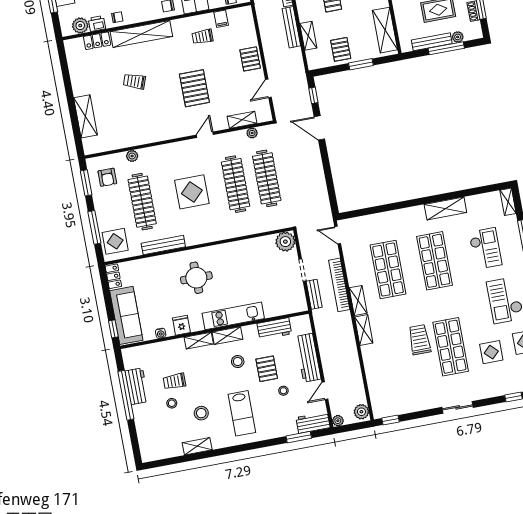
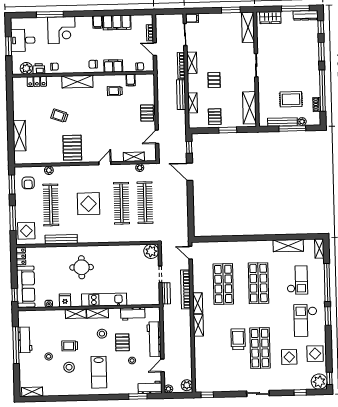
shelving: (141, 34) -> (77, 82), width x0.68
pallet: (194, 88) -> (72, 148), moved
shelving: (445, 208) -> (288, 246), moved
trolley: (174, 381) -> (70, 346), moved
shelving: (197, 446) -> (32, 392), moved

